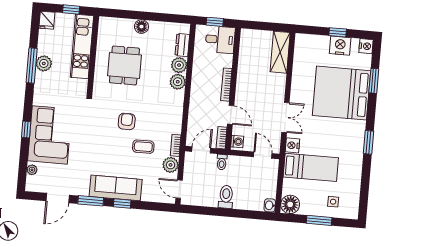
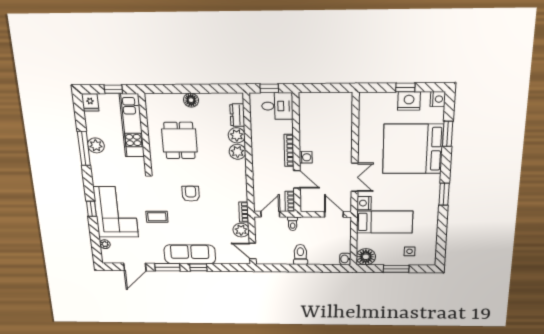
shelving: (280, 52) -> (343, 113), removed
washing machine: (237, 142) -> (306, 157), moved
coffee table: (143, 147) -> (157, 217), moved

